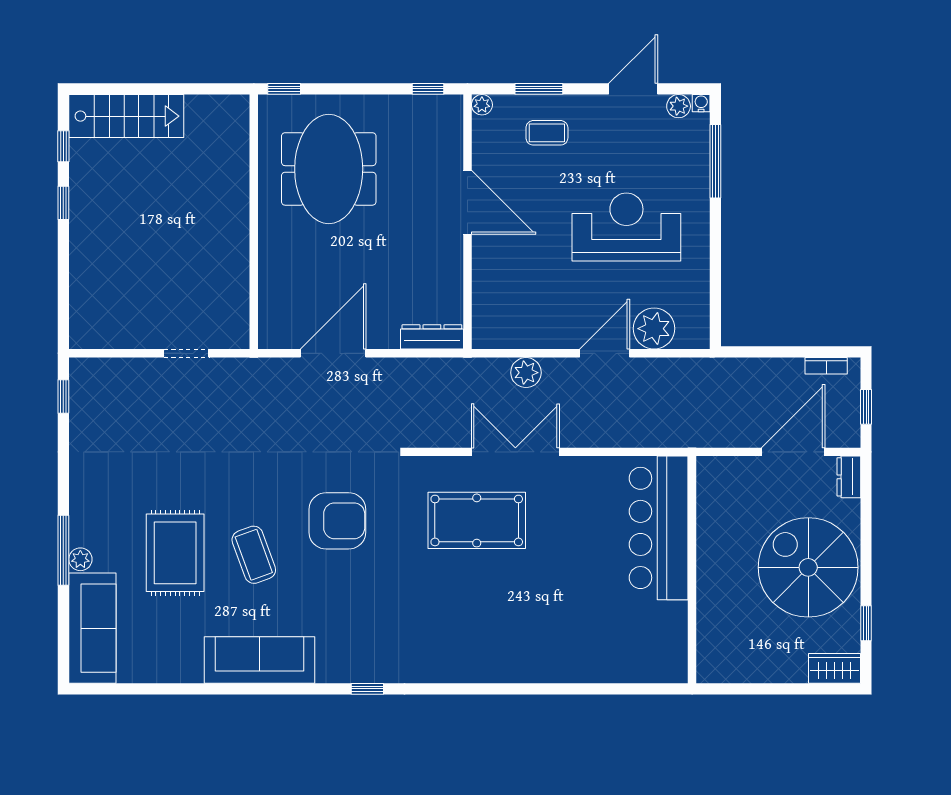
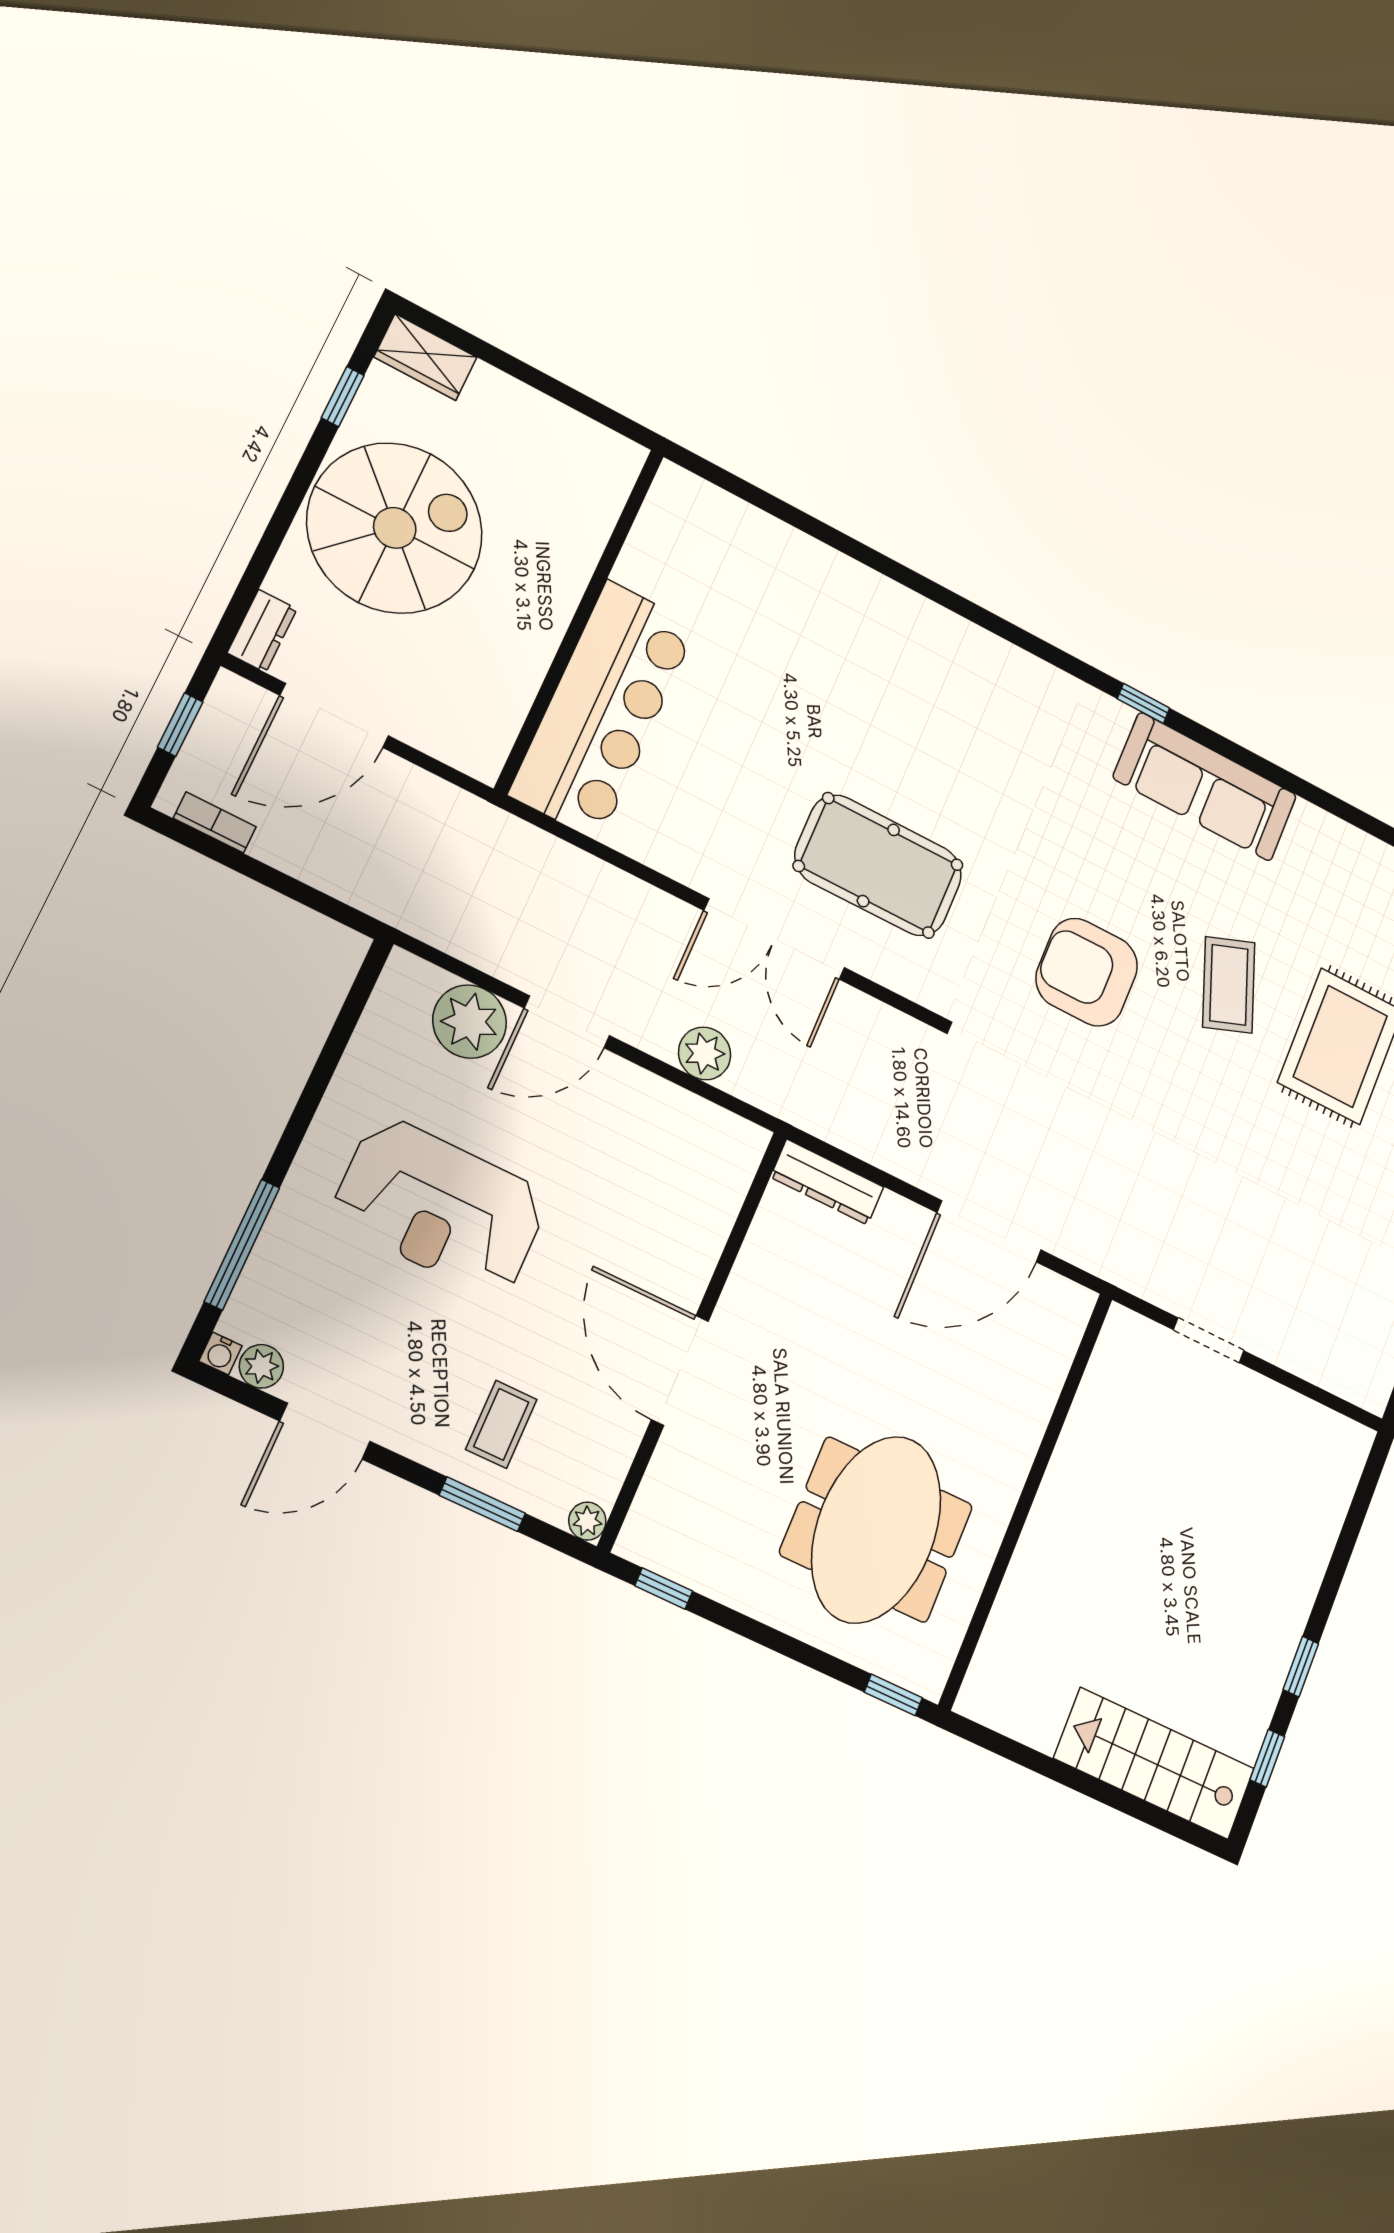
coffee table: (547, 133) -> (501, 1424), turned 90
spiral stairs: (808, 567) -> (395, 528), turned -90
sofa: (259, 660) -> (1205, 787), moved

